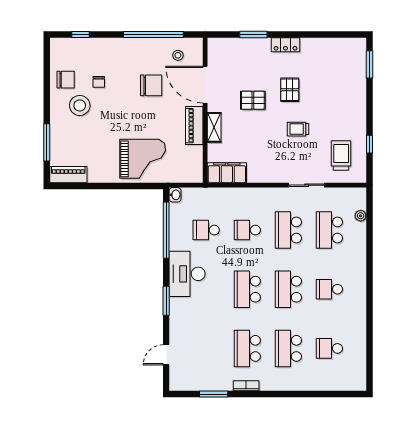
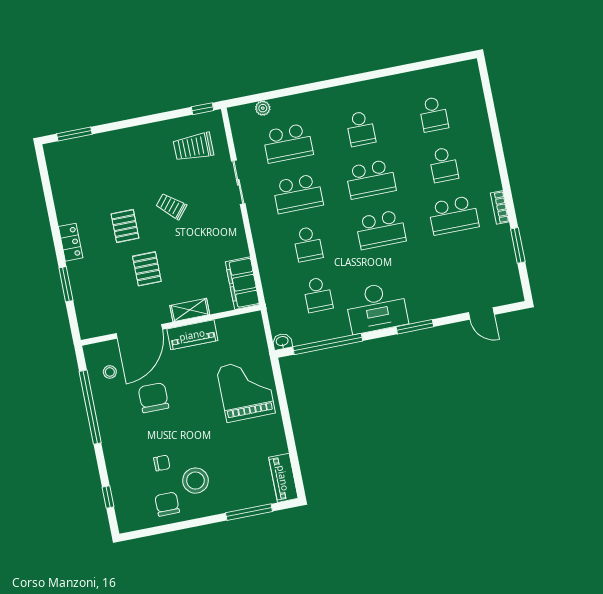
pallet: (290, 90) -> (125, 226), turned 90
trolley: (298, 129) -> (171, 206), turned 130
window: (370, 144) -> (202, 109), moved
school desk: (288, 348) -> (444, 165), width x0.54

